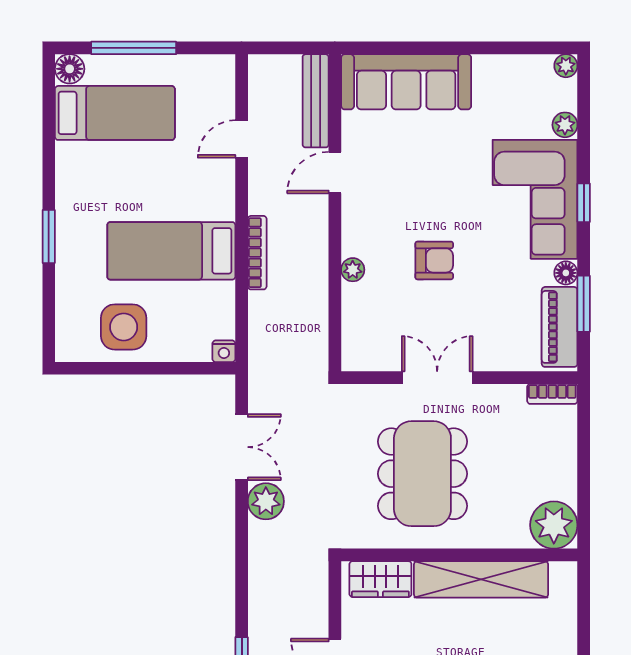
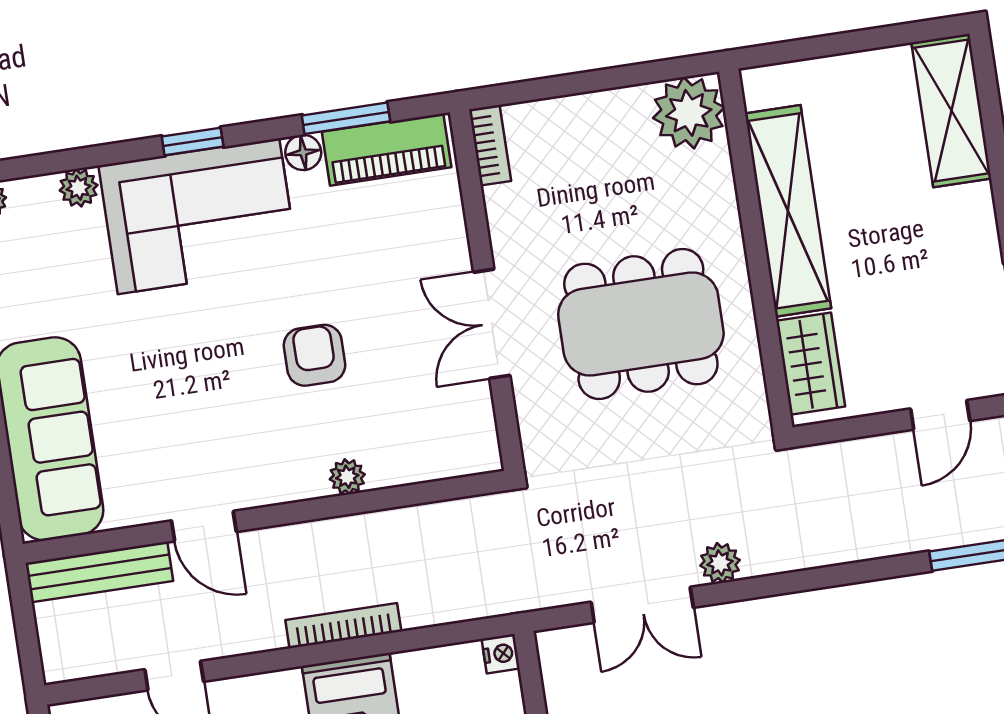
double door: (242, 447) -> (642, 605), swing flipped
plant: (266, 501) -> (720, 563), width x0.73, depth x0.73

